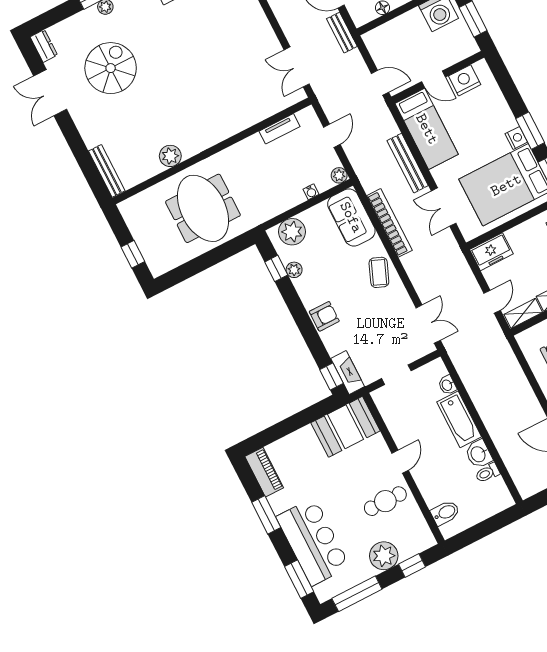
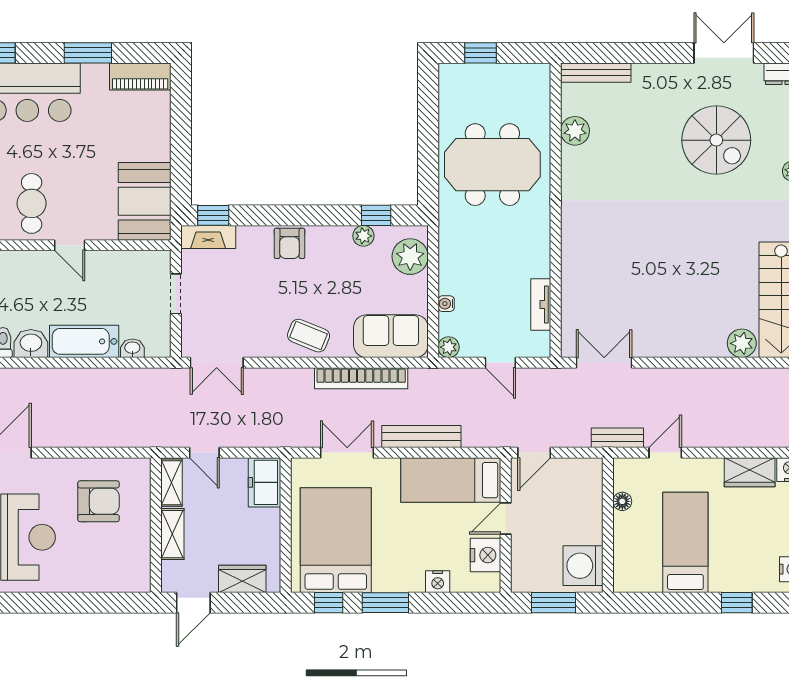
nightstand: (516, 138) -> (438, 582), moved
plant: (170, 156) -> (575, 131), moved

